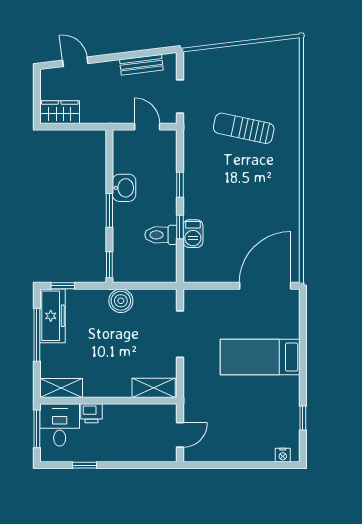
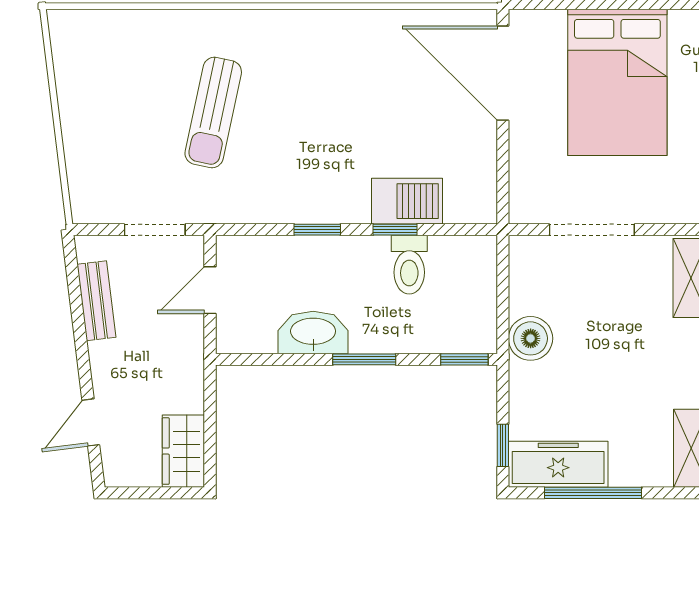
washbasin: (124, 188) -> (313, 333), width x1.38
barbecue: (193, 234) -> (407, 201), width x1.38, depth x1.27
bed: (260, 357) -> (617, 82), width x1.50

